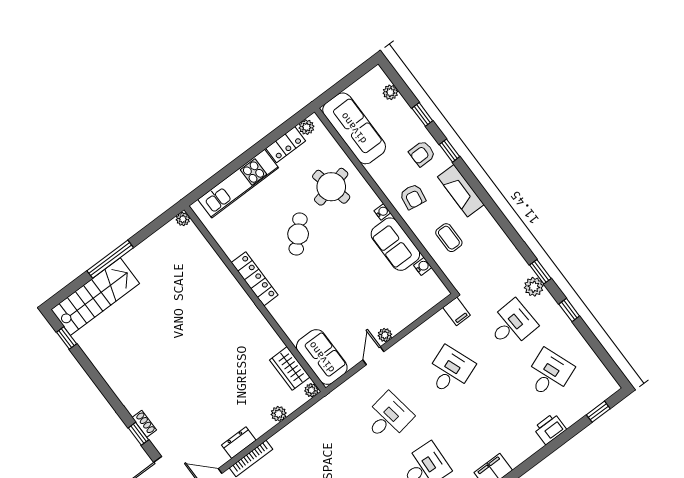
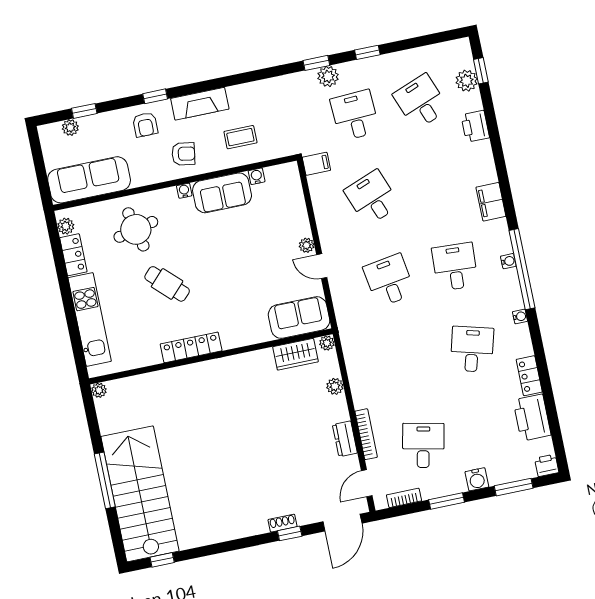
window: (422, 114) -> (84, 111), moved
stairs: (95, 297) -> (140, 494), width x1.36, depth x1.51
plant: (584, 404) -> (467, 81), added

